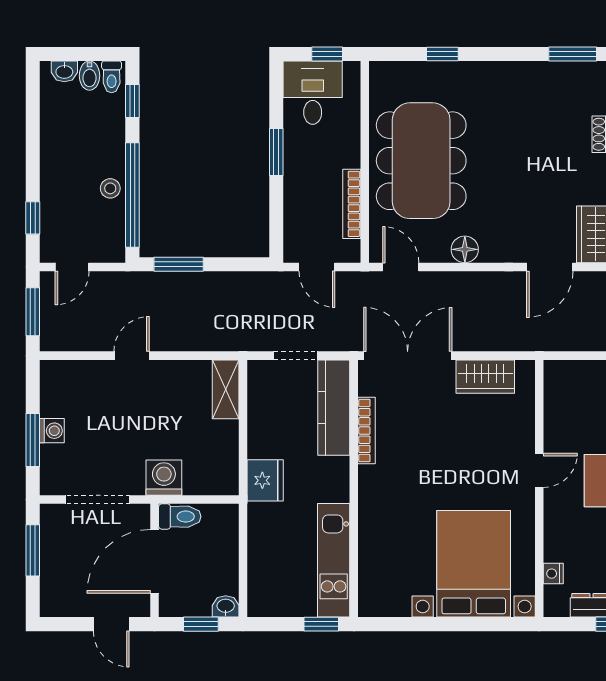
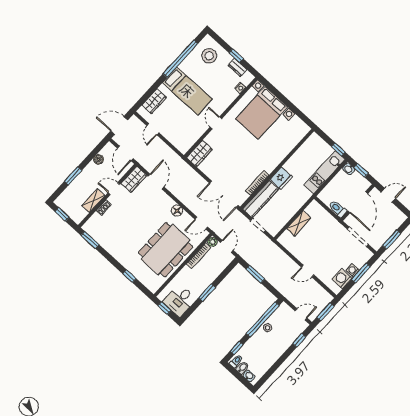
plant: (350, 252) -> (213, 242), added
window: (179, 264) -> (255, 274), moved
door: (401, 267) -> (201, 223), hinge flipped
door: (550, 267) -> (156, 182), hinge flipped
wardrobe: (485, 377) -> (199, 153), moved, turned 90
shelving: (226, 389) -> (299, 223), moved
door: (539, 470) -> (216, 123), hinge flipped
washing machine: (164, 478) -> (342, 279), moved, turned 90
fridge: (265, 480) -> (281, 178), moved, turned 180
kitchen unit: (334, 560) -> (324, 172), moved, turned 180
door: (154, 561) -> (358, 202), hinge flipped
door: (111, 624) -> (388, 195), hinge flipped
window: (321, 624) -> (338, 149), moved

